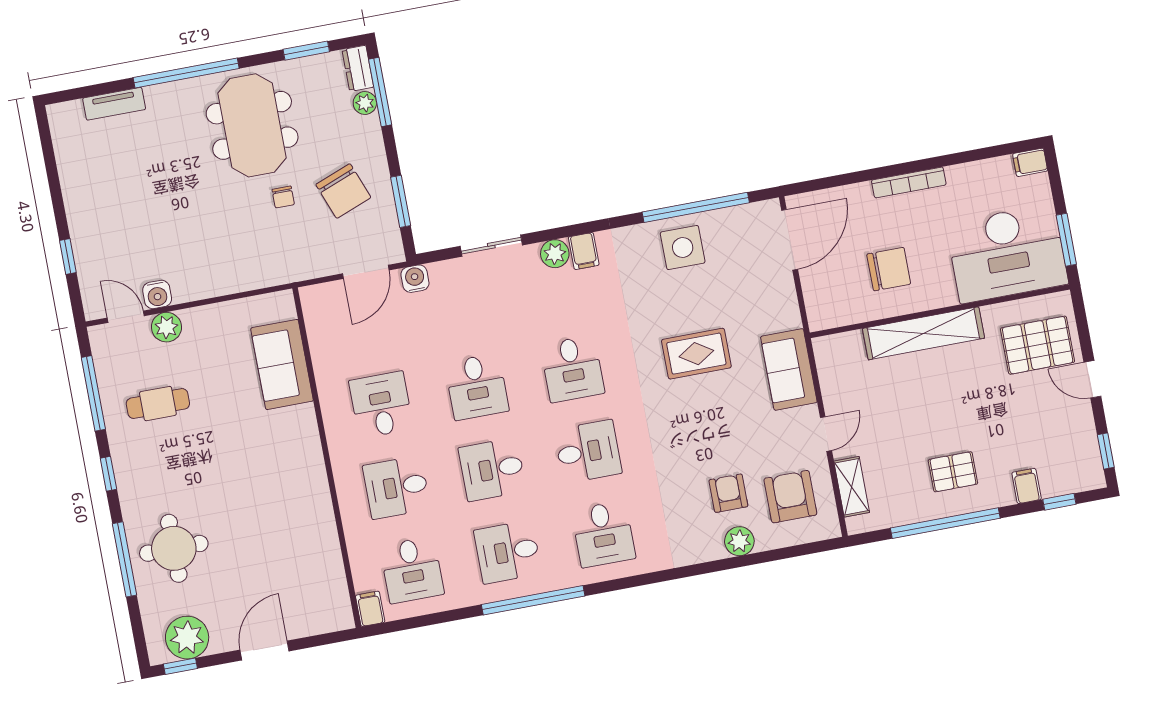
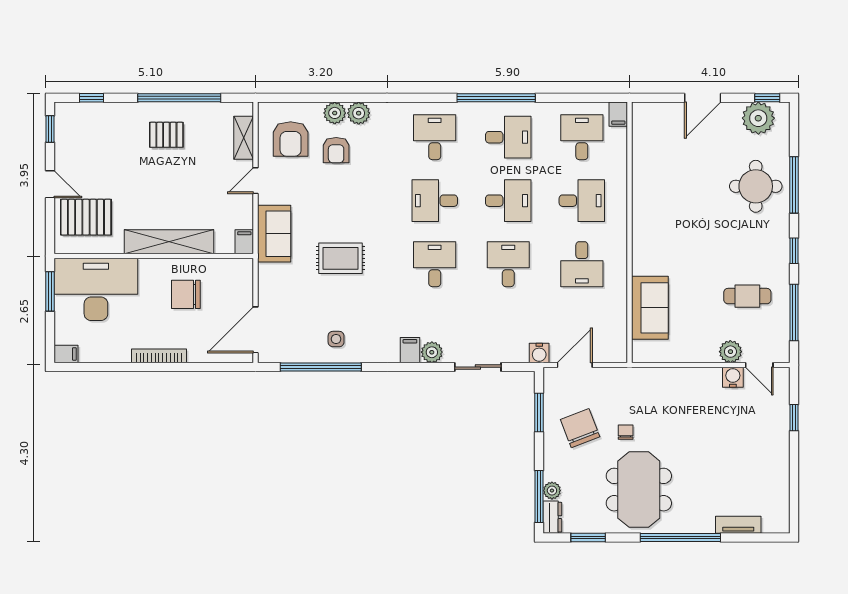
side table: (683, 248) -> (336, 339), width x0.54, depth x0.54
filing cabinet: (1027, 486) -> (244, 242), moved, turned 180
plant: (708, 547) -> (359, 113), added

